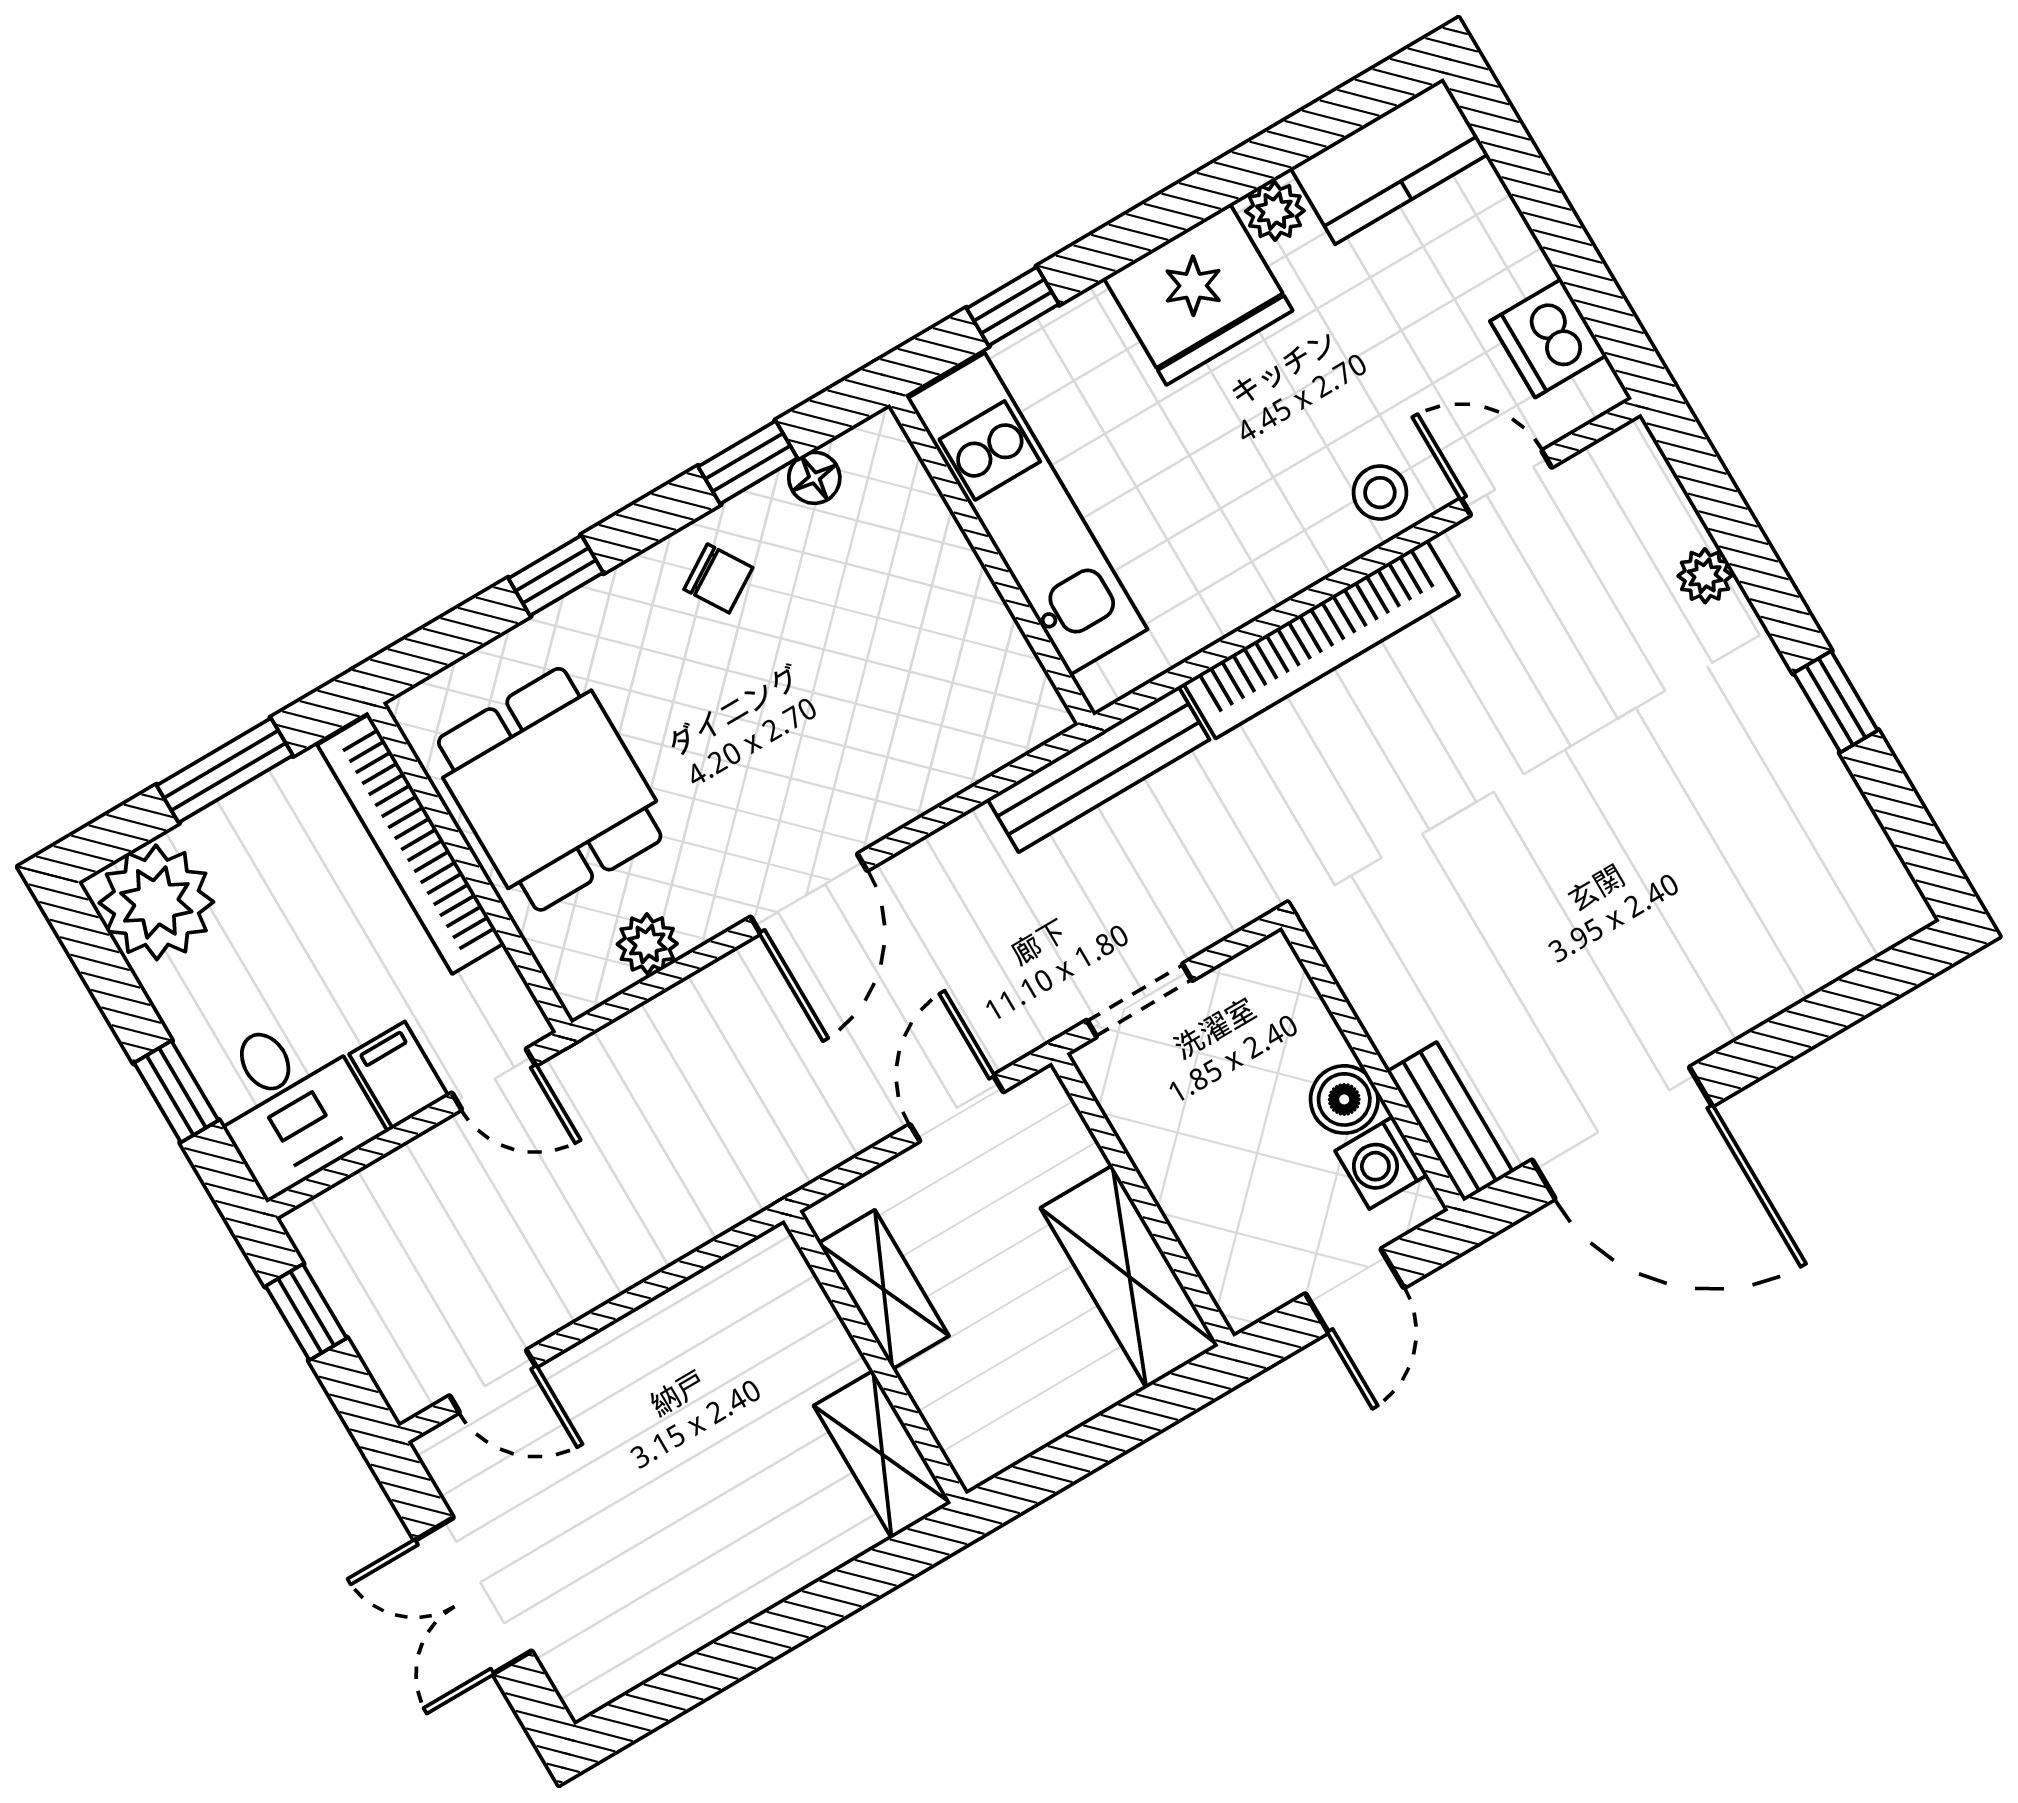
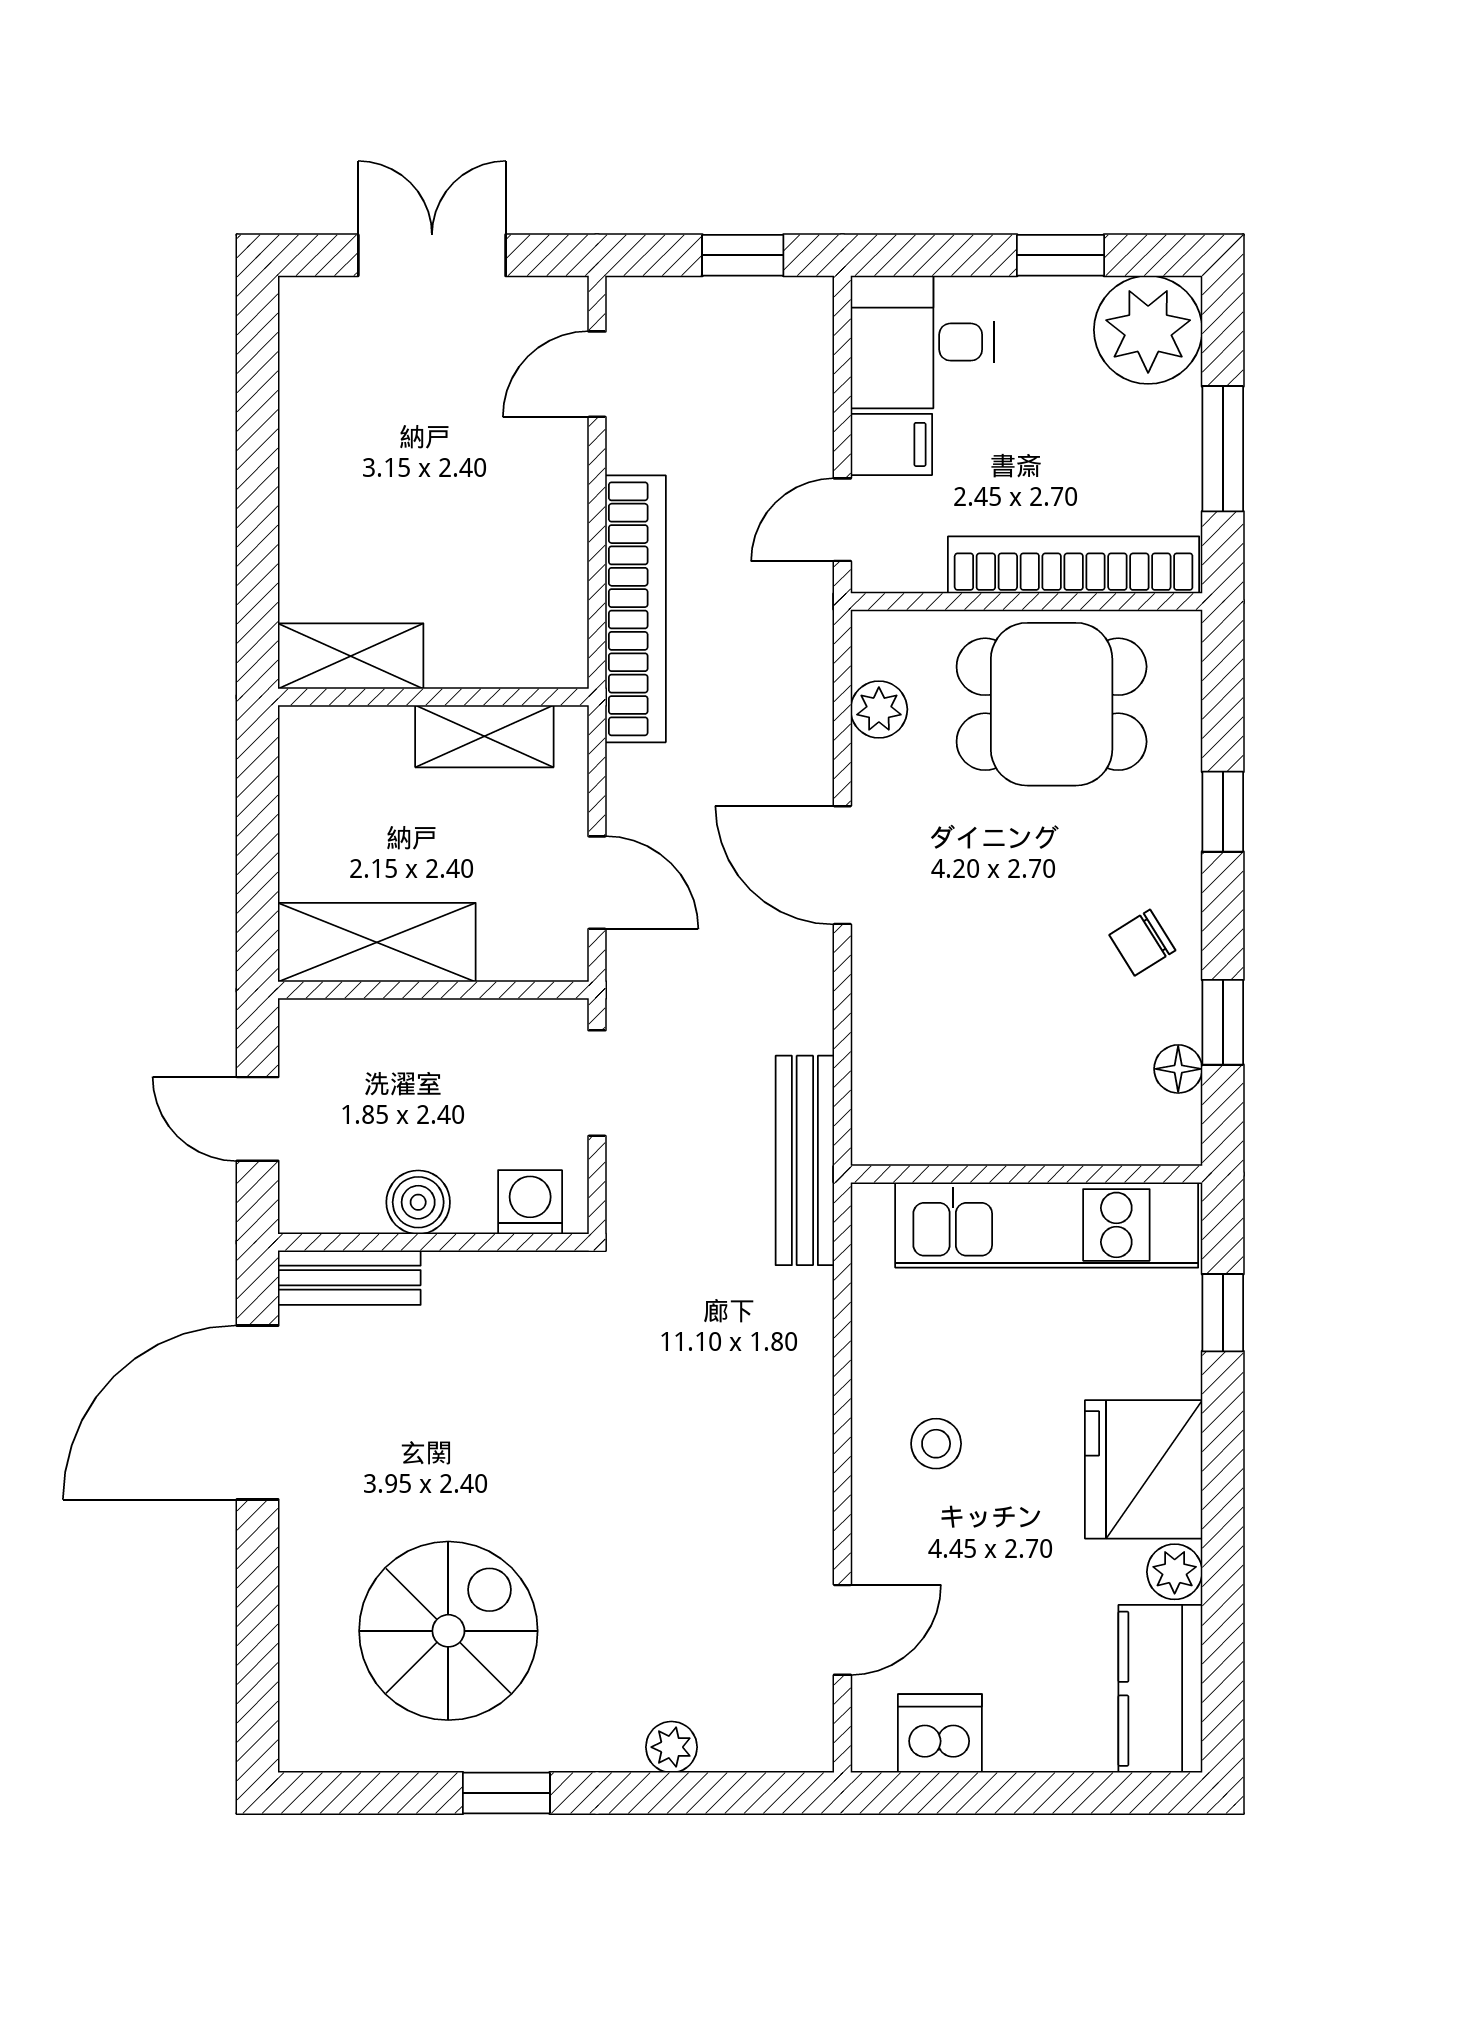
stool: (1380, 493) -> (936, 1444), moved
bookcase: (1321, 639) -> (635, 609), moved, turned 180
spiral stairs: (1719, 842) -> (448, 1631), added
window: (176, 1092) -> (1061, 255), moved
washing machine: (1381, 1163) -> (530, 1202), moved

